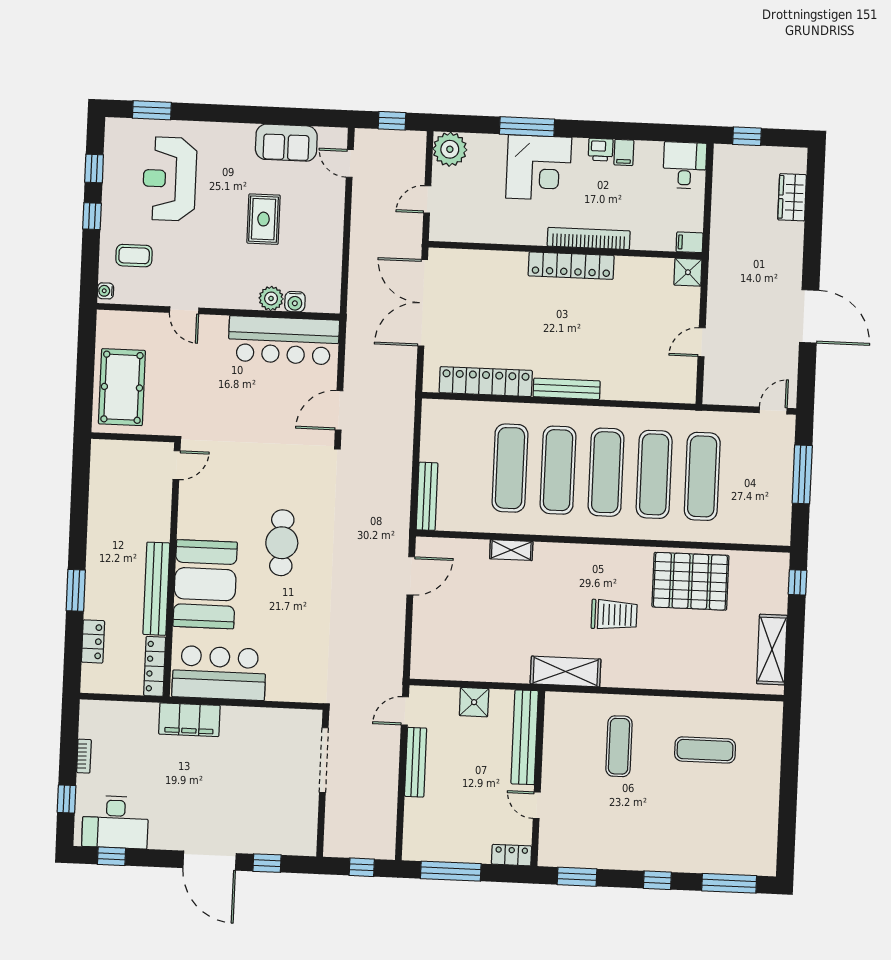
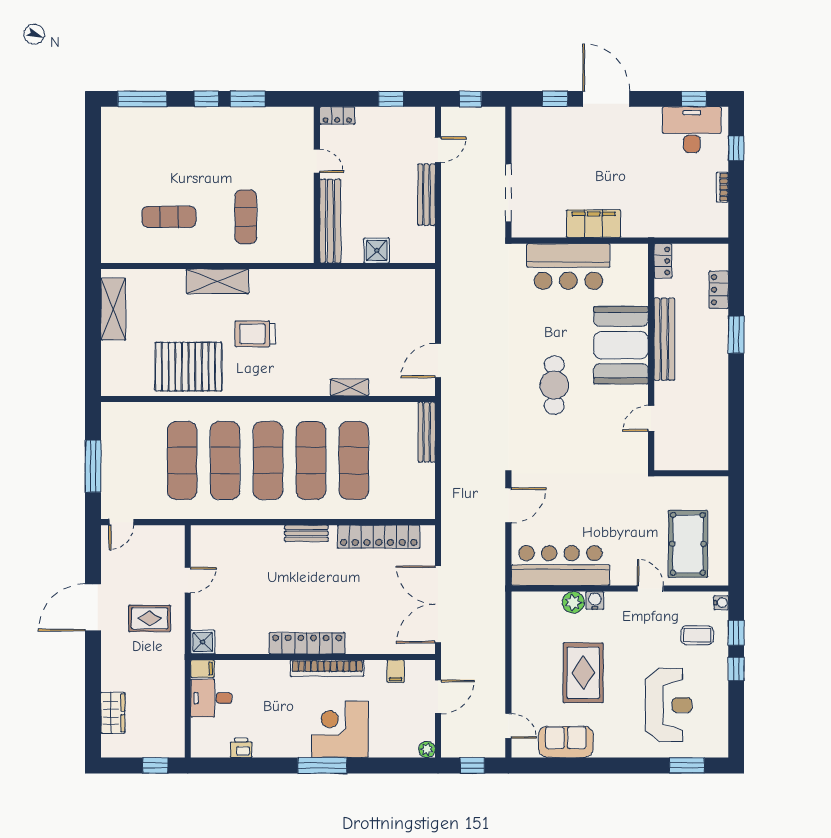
window: (527, 127) -> (322, 765), moved
plant: (450, 149) -> (427, 749), width x0.53, depth x0.53
printer: (601, 150) -> (241, 748), moved
filing cabinet: (624, 152) -> (396, 671), moved, turned 180
desk: (685, 165) -> (211, 698), moved, turned 90
window: (94, 168) -> (736, 633), moved
door: (427, 199) -> (438, 697), width x1.38
rug: (264, 219) -> (583, 673), width x1.36, depth x1.43
bookcase: (589, 238) -> (327, 668), moved
rug: (746, 301) -> (150, 618), added
water cooler: (295, 302) -> (595, 600), moved
double door: (423, 303) -> (438, 604), swing flipped
door: (809, 316) -> (93, 607), hinge flipped
pool table: (122, 387) -> (688, 544), moved
bench: (567, 389) -> (306, 533), width x0.73
door: (177, 465) -> (651, 418), moved
window: (798, 582) -> (93, 370), removed
locker: (155, 666) -> (663, 261), width x0.66
shelving: (566, 671) -> (217, 281), moved
bar counter: (219, 673) -> (568, 267), moved
door: (405, 711) -> (438, 150), moved
filing cabinet: (189, 720) -> (594, 224), moved
window: (451, 871) -> (391, 99), width x0.46
window: (577, 877) -> (248, 99), moved

